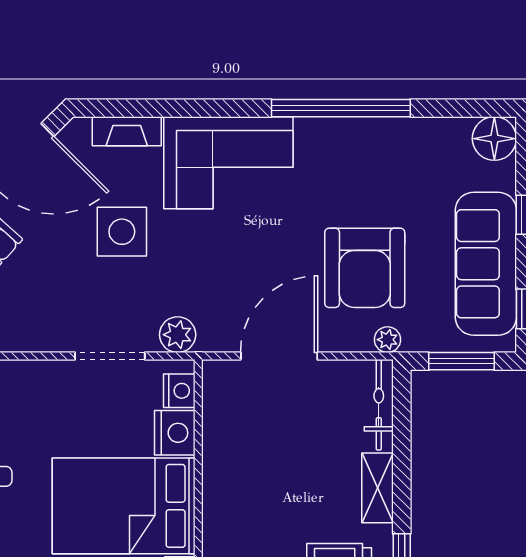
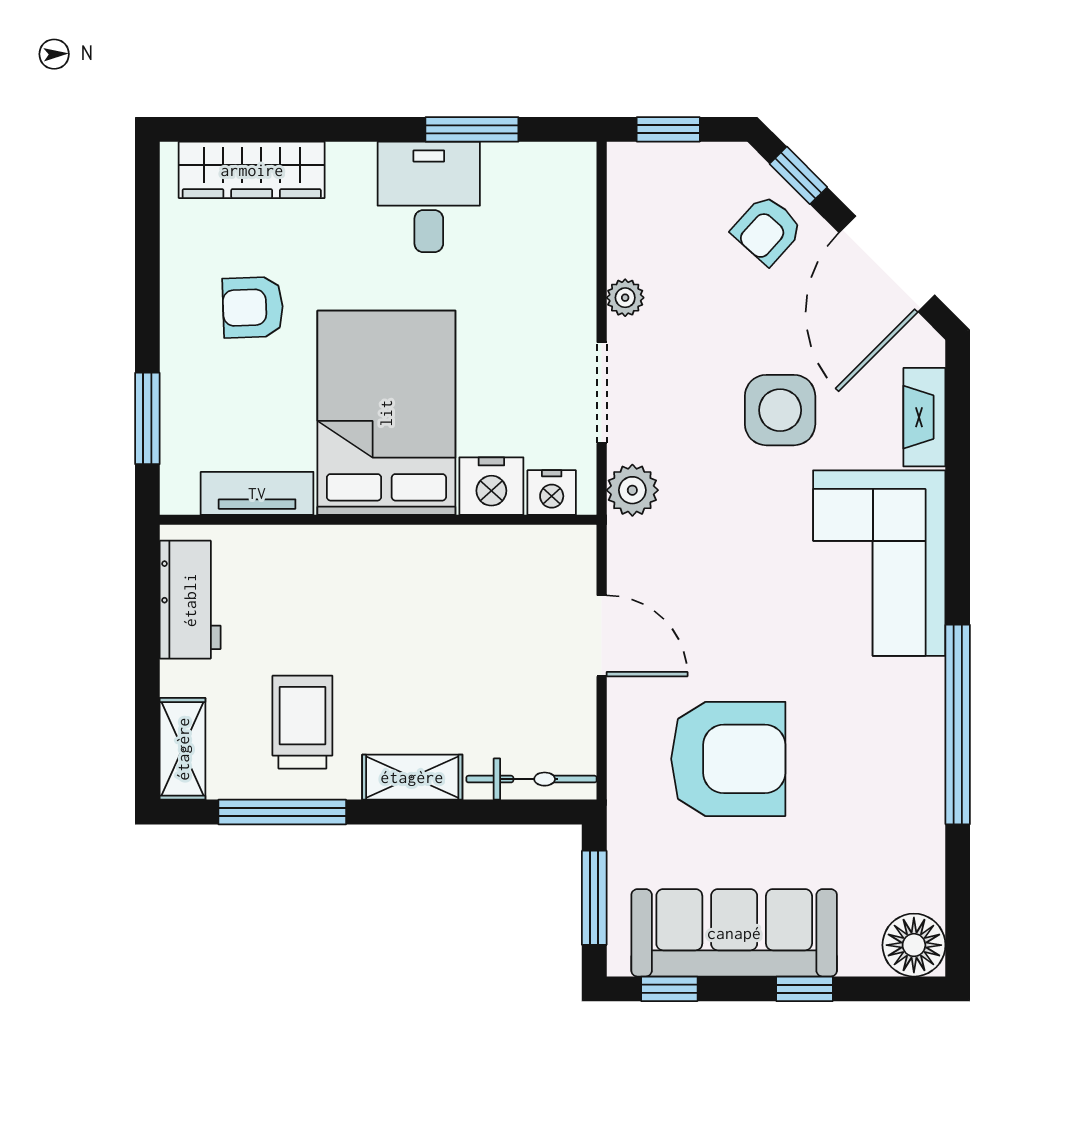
armchair: (365, 268) -> (728, 759), turned 180
plant: (387, 340) -> (625, 298), moved
door: (279, 356) -> (602, 636), width x0.73

